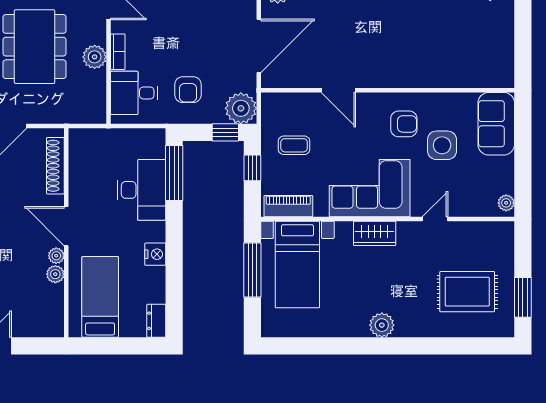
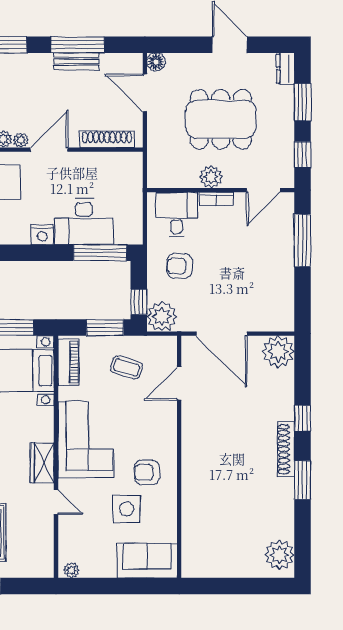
door: (338, 90) -> (179, 383), moved
armchair: (404, 124) -> (147, 472), turned 90
coffee table: (294, 145) -> (127, 367), turned -73
window: (252, 168) -> (105, 327), width x1.50
wardrobe: (375, 233) -> (42, 463), moved
nightstand: (155, 254) -> (42, 235), moved

